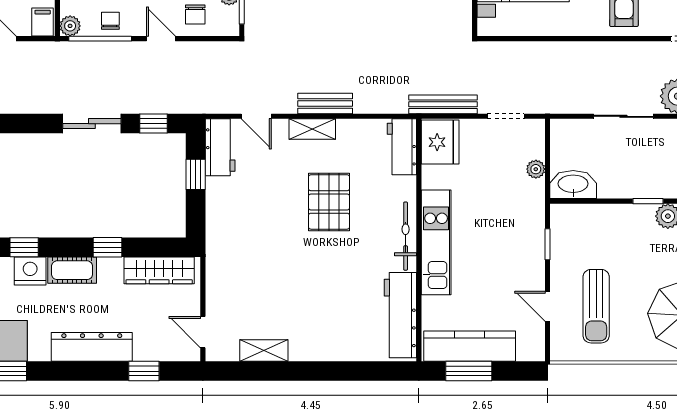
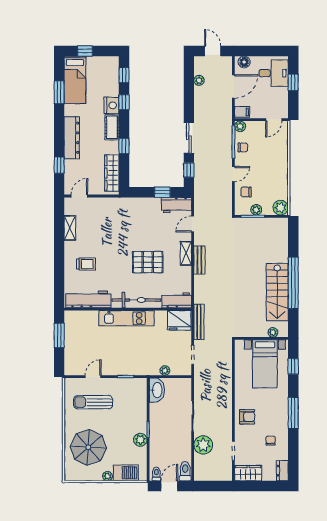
bicycle: (406, 236) -> (136, 300), width x1.37, depth x1.40
trolley: (333, 320) -> (86, 264), added
kitchen counter: (470, 346) -> (72, 336), removed

